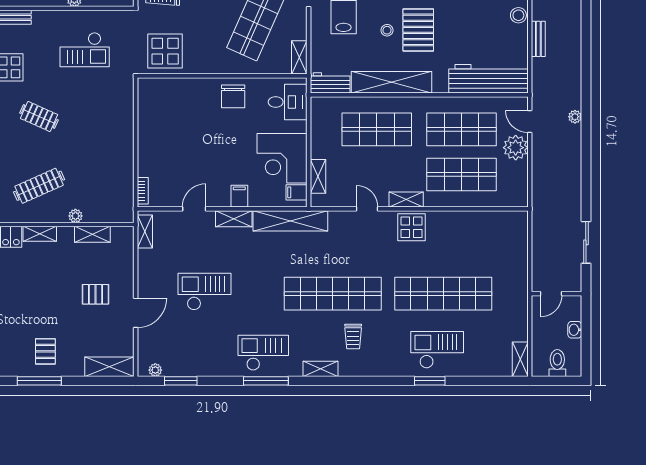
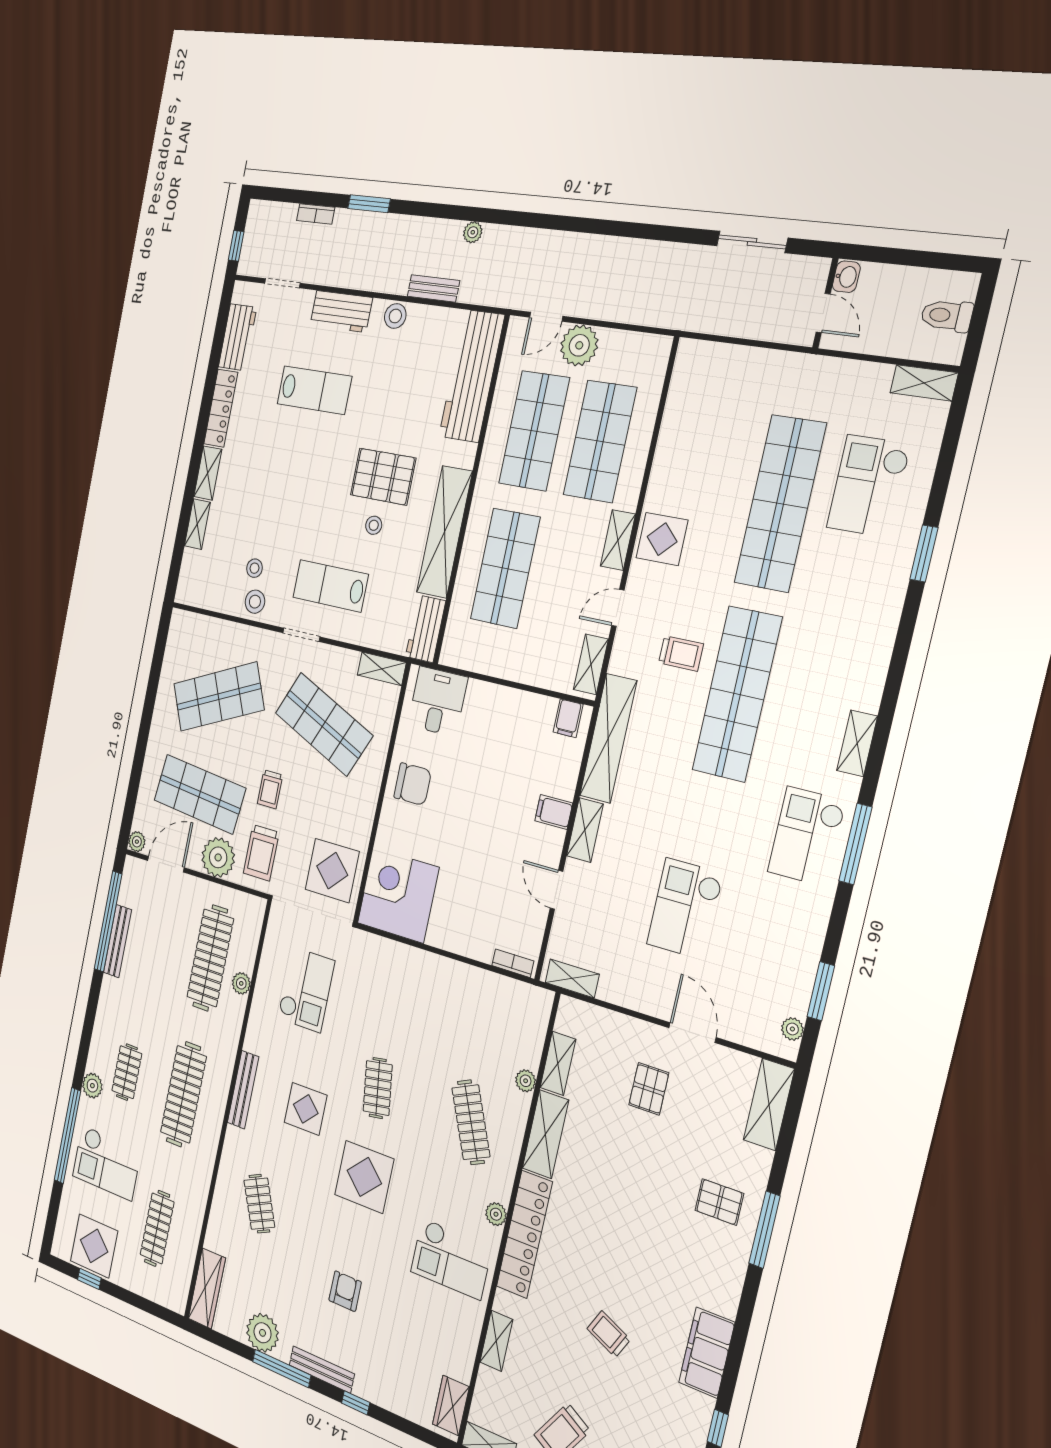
clothes rail: (39, 116) -> (378, 1088), turned -33
plant: (575, 117) -> (473, 232), moved
corner desk: (282, 158) -> (398, 895), moved, turned 180
shelving: (318, 176) -> (591, 664), moved, turned 90
shelving: (40, 234) -> (545, 1134), width x1.50, depth x1.33
washbasin: (575, 330) -> (846, 277), moved, turned -90
trolley: (353, 336) -> (681, 653), moved
checkout: (437, 350) -> (868, 486), moved

